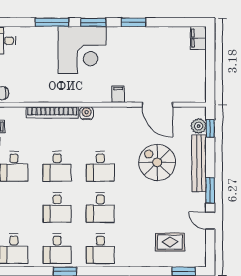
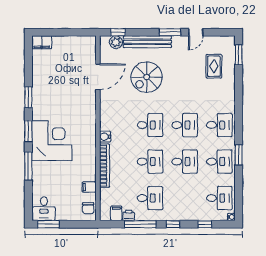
filing cabinet: (118, 94) -> (89, 187), moved

